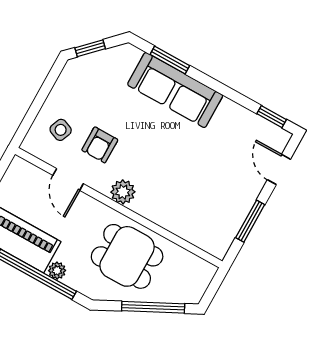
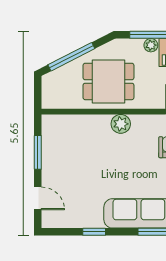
window: (272, 117) -> (94, 232), moved
plant: (123, 192) -> (121, 124), moved

